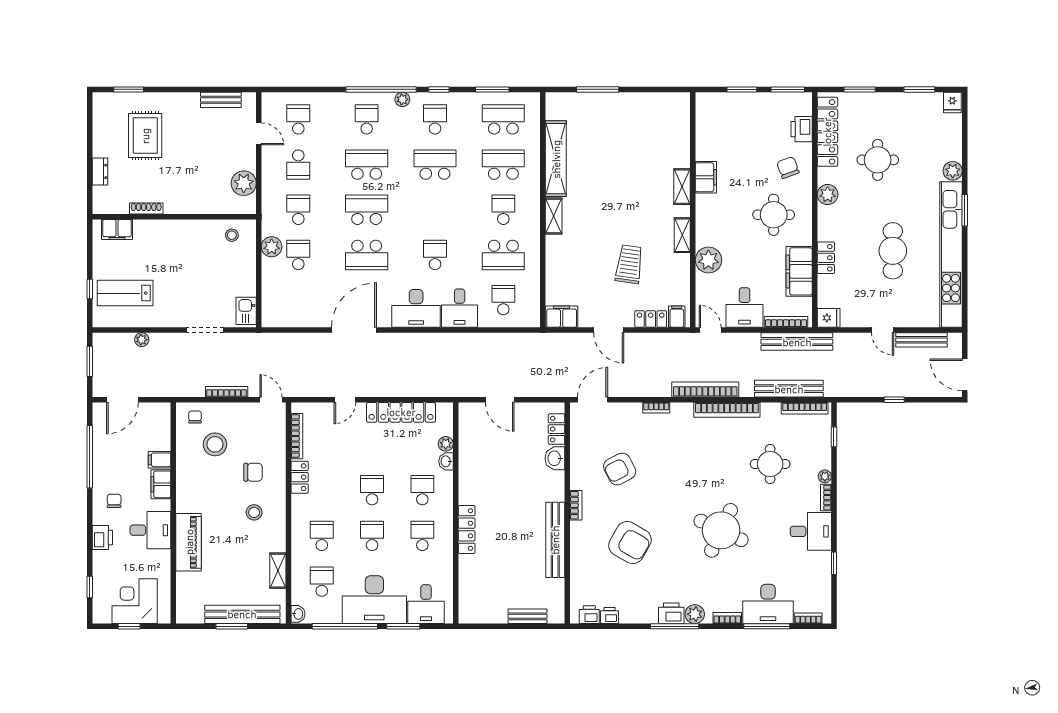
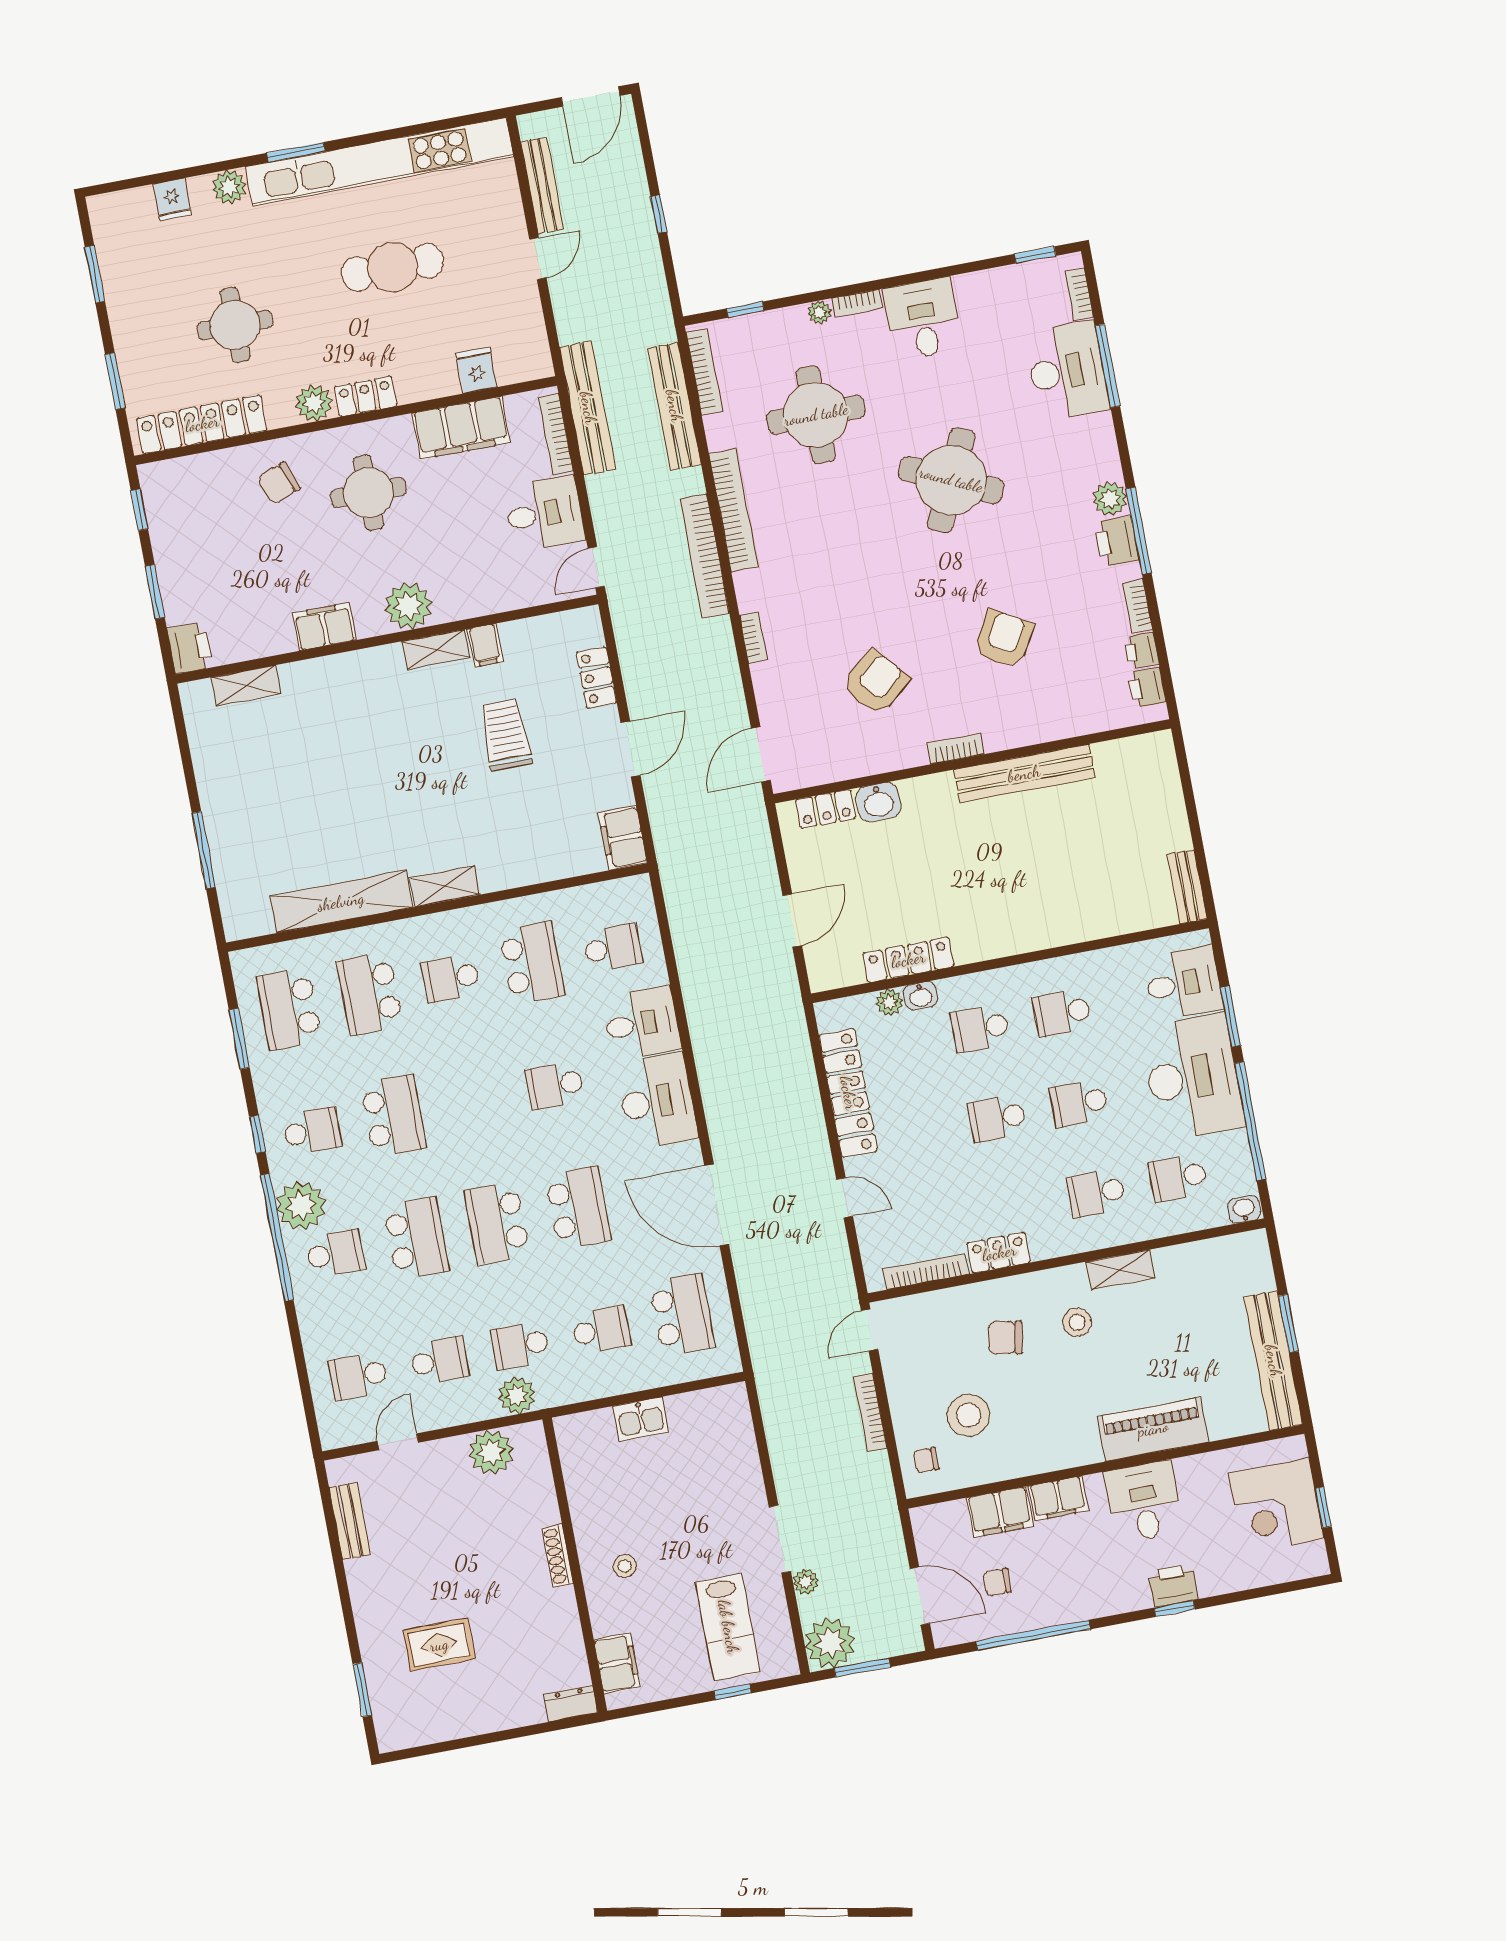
window: (788, 89) -> (139, 510), width x0.67
plant: (402, 99) -> (301, 1206), width x1.87, depth x1.87
fridge: (952, 102) -> (172, 200), moved, turned 90
school desk: (367, 119) -> (335, 1254), turned 180
school desk: (435, 119) -> (312, 1131), turned 180
printer: (802, 129) -> (190, 648), moved, turned -90
rug: (145, 136) -> (439, 1645), width x0.73, depth x0.70
school desk: (367, 165) -> (416, 1238), turned 180
school desk: (435, 165) -> (393, 1116), turned 180
dresser: (100, 171) -> (571, 1704), moved
shelving: (682, 187) -> (246, 686), moved
shoe rack: (146, 208) -> (558, 1556), moved
stool: (232, 235) -> (625, 1566), moved
plant: (272, 247) -> (517, 1395), moved
school desk: (298, 255) -> (601, 1330), turned 180
locker: (826, 258) -> (365, 396), moved
plant: (708, 260) -> (408, 606), moved
trolley: (629, 264) -> (506, 735), turned 82
school desk: (298, 300) -> (682, 1315), added
school desk: (503, 300) -> (613, 948), turned 180
kitchen sink: (246, 311) -> (641, 1419), moved
filing cabinet: (677, 317) -> (485, 645), moved, turned -90
fridge: (829, 318) -> (476, 370), moved
doorway: (205, 330) -> (780, 1539), moved
plant: (106, 347) -> (830, 1643), added
door: (593, 400) -> (761, 754), hinge flipped
filing cabinet: (160, 460) -> (1000, 1512), width x2.00
round table: (770, 464) -> (816, 415), width x1.36, depth x1.36
armchair: (620, 469) -> (876, 682), turned -103
chair: (253, 472) -> (1005, 1338), turned -80
chair: (114, 501) -> (997, 1582), moved
locker: (467, 529) -> (908, 960), moved
armchair: (630, 543) -> (1004, 639), width x0.73, depth x0.73
window: (834, 563) -> (1035, 255), moved
shelving: (278, 571) -> (1120, 1270), moved
window: (90, 587) -> (1175, 1609), moved
bench: (242, 614) -> (1273, 1361), moved
bench: (528, 616) -> (1187, 887), moved
bookcase: (727, 618) -> (1138, 606), moved

